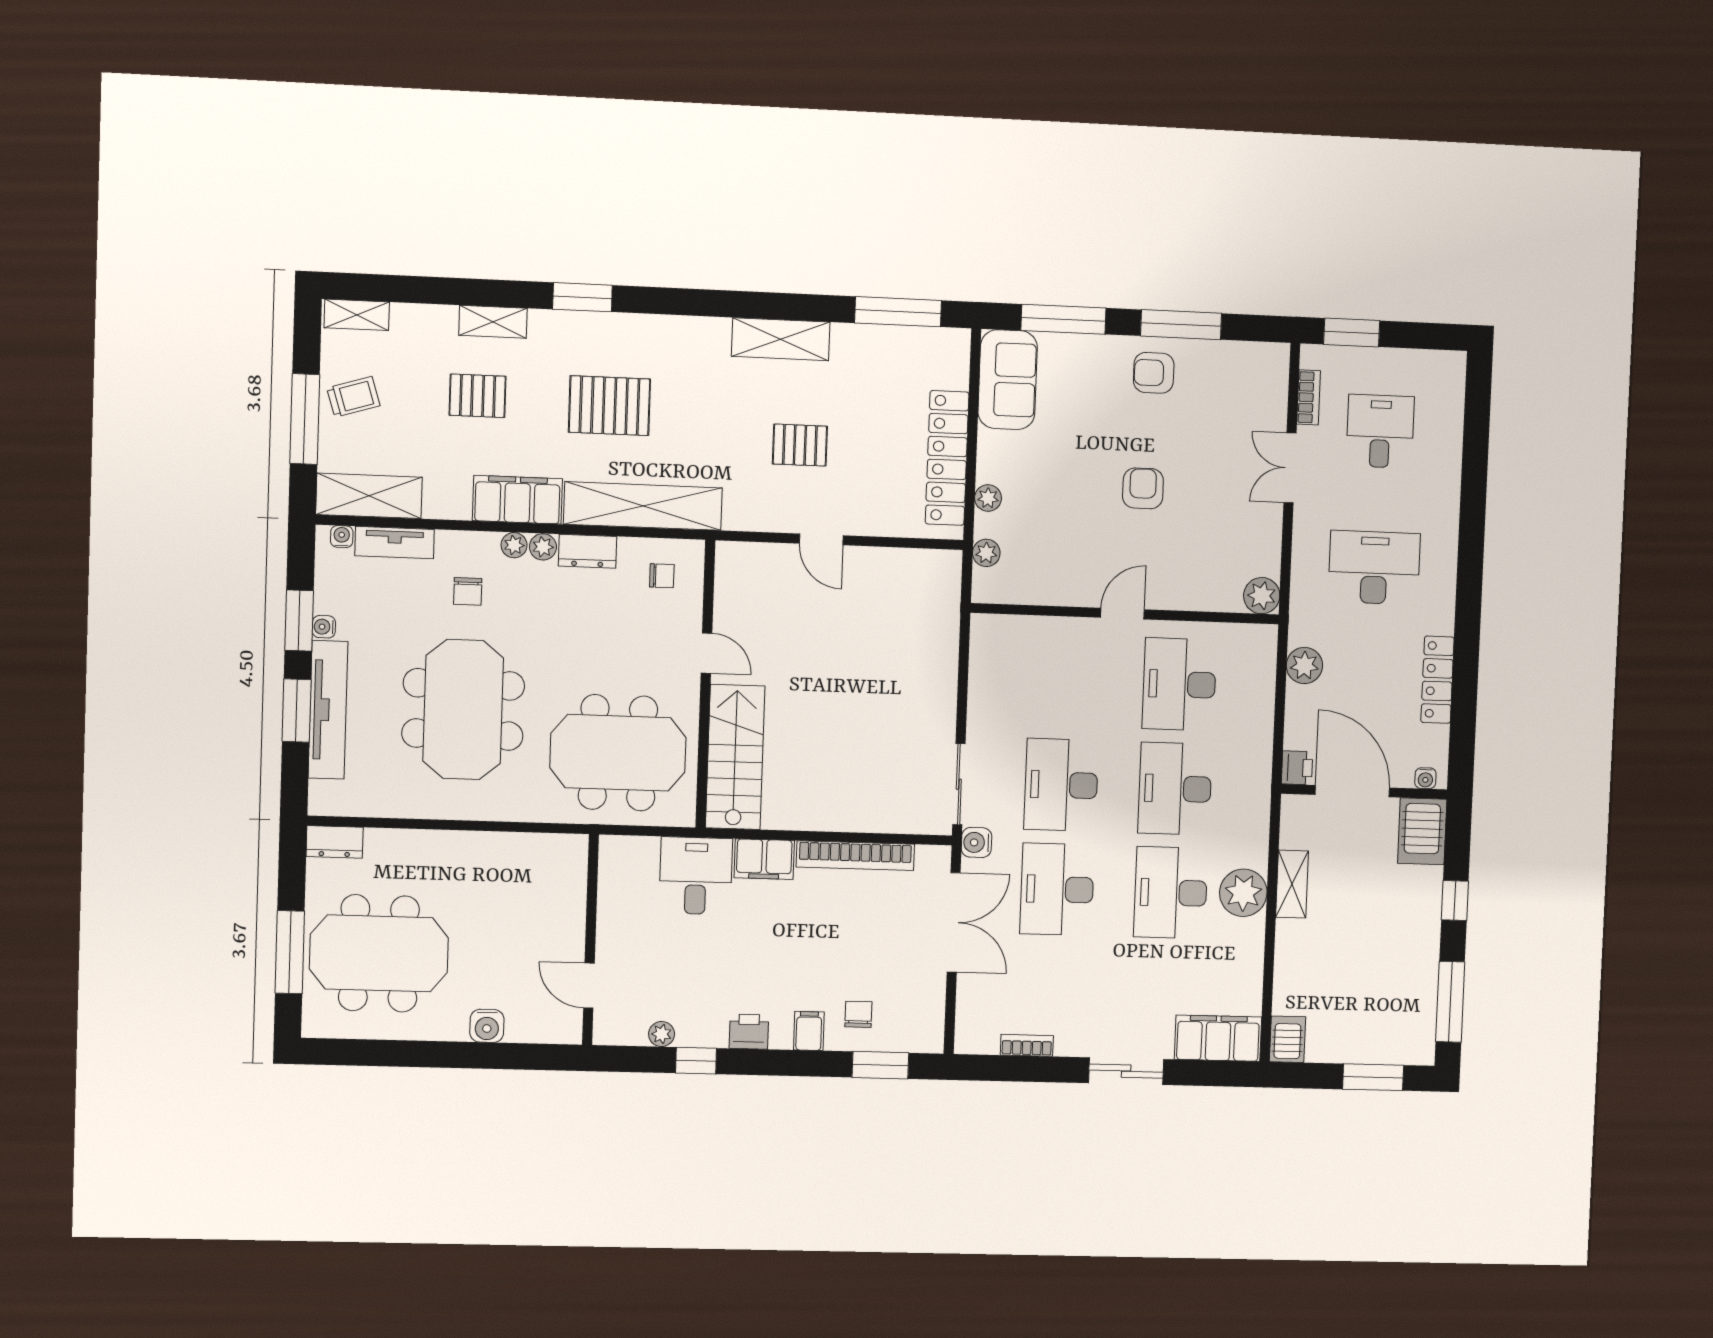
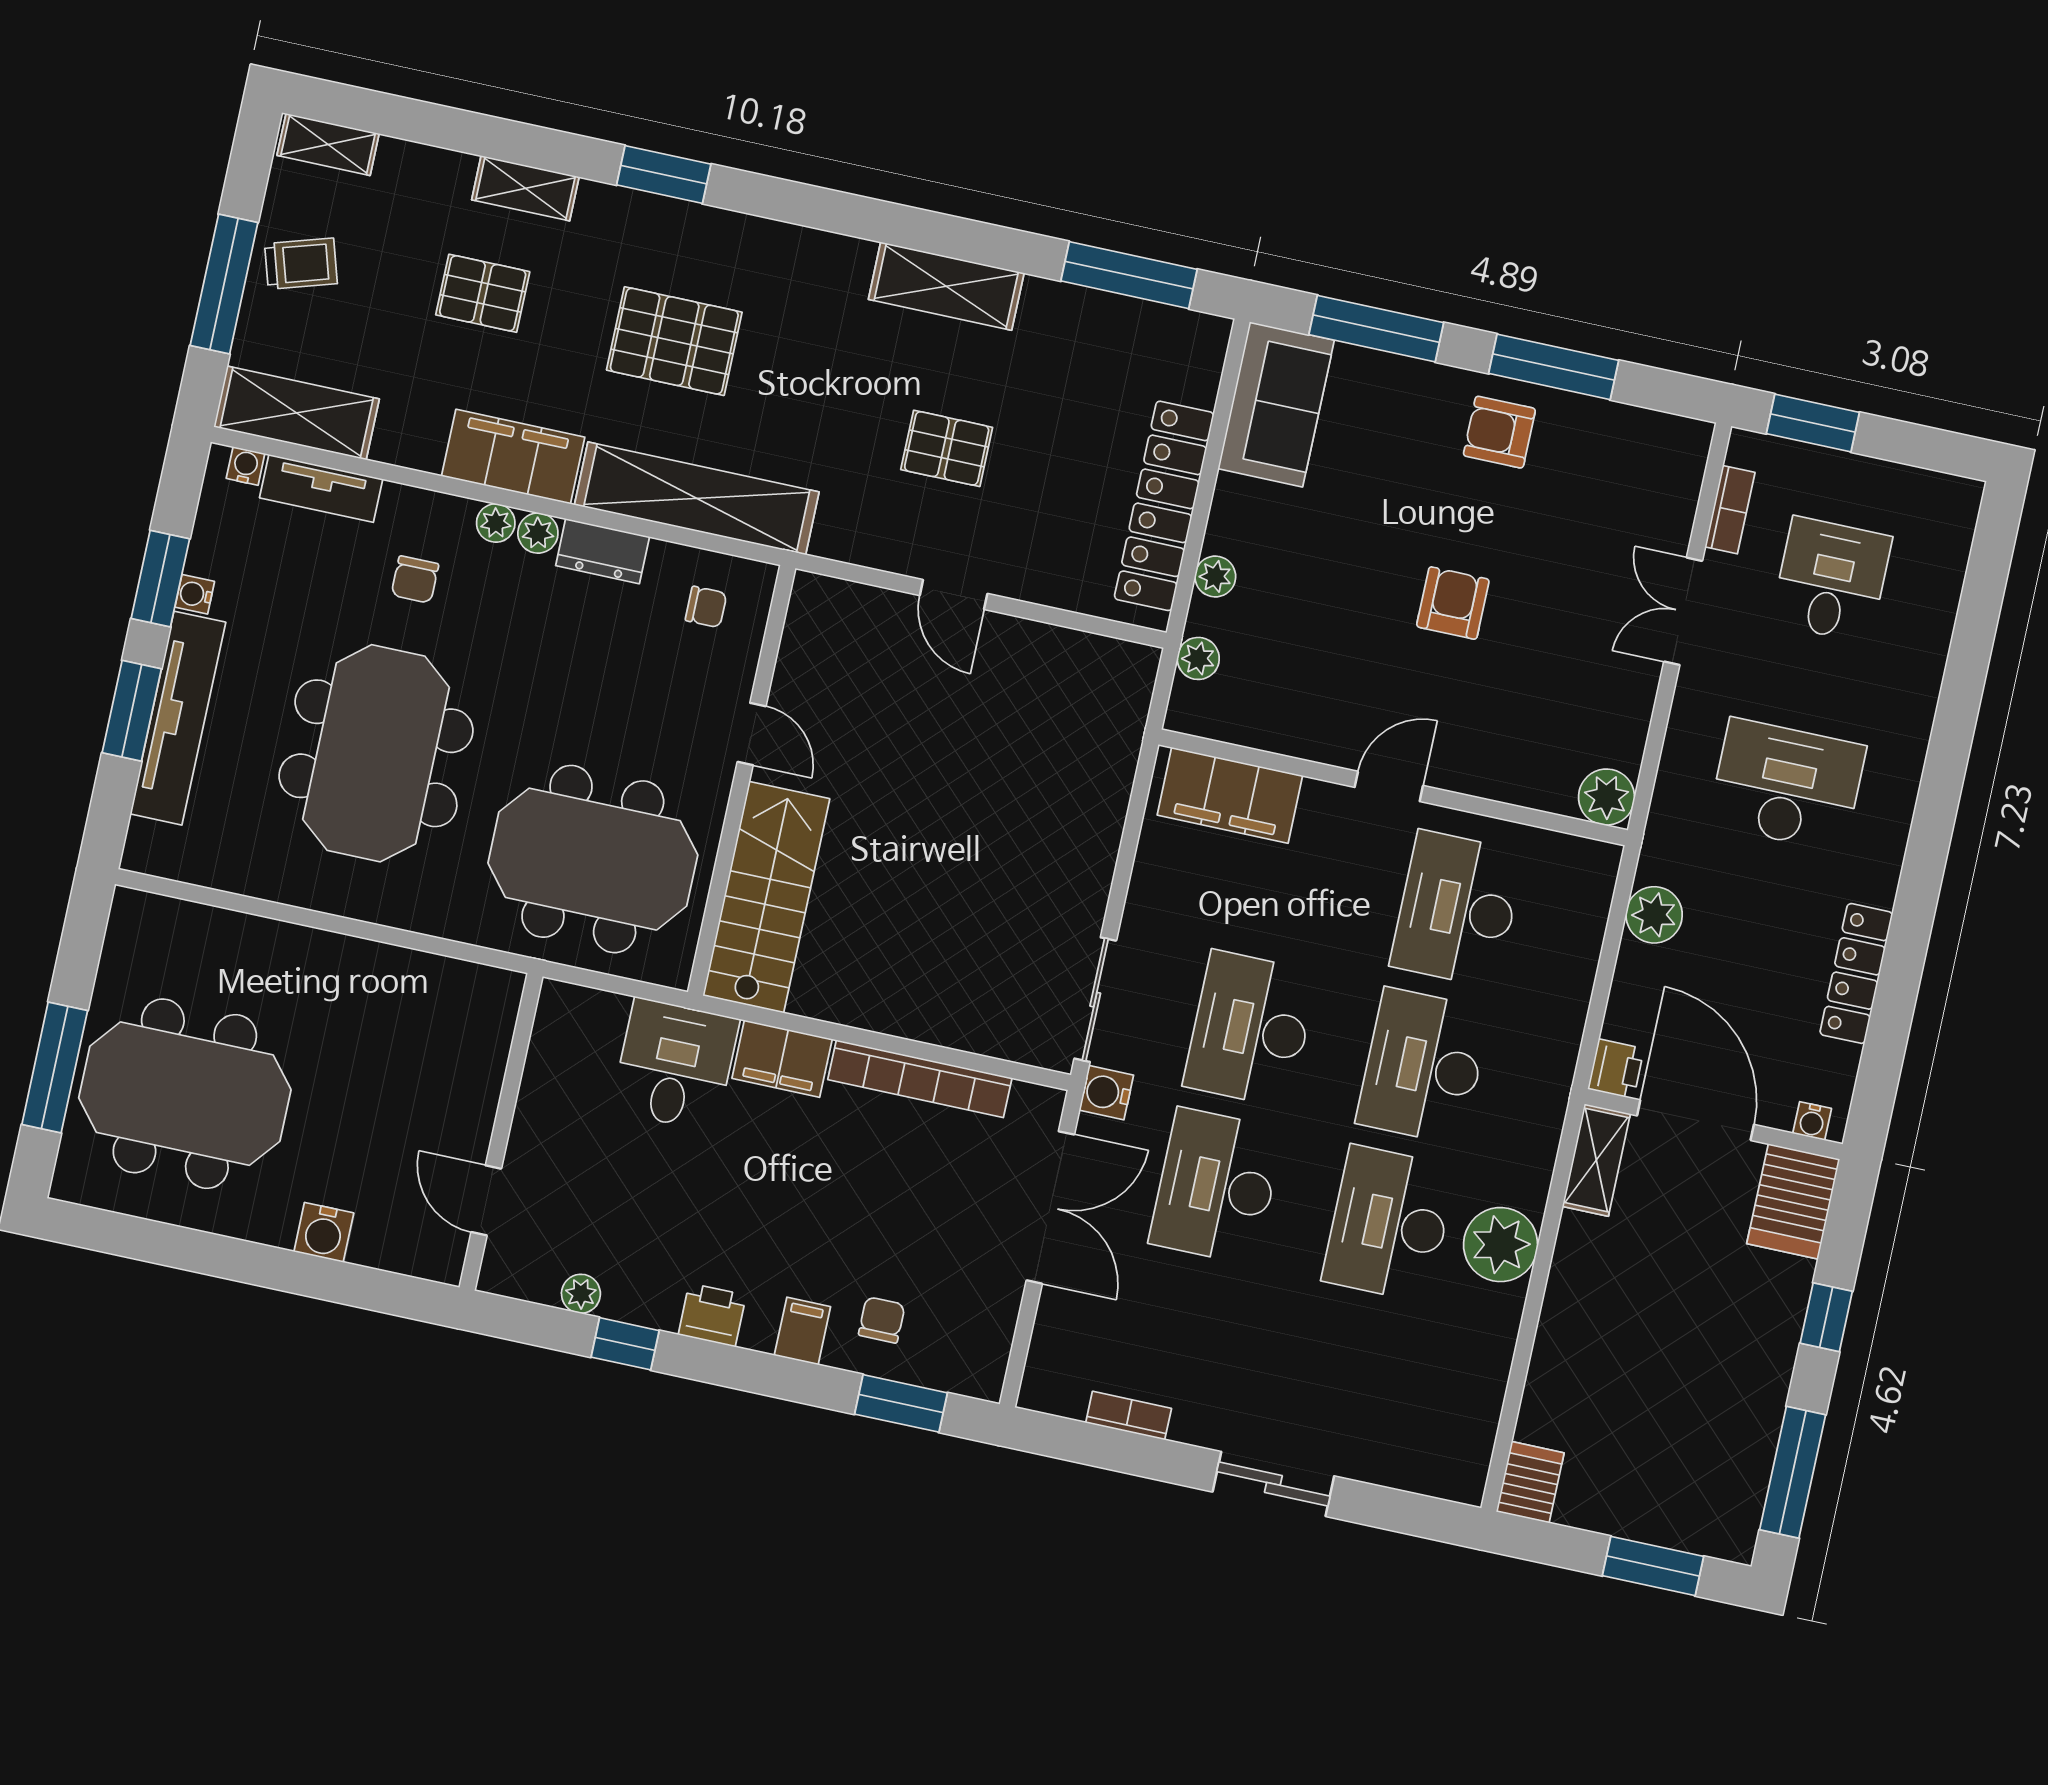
dresser: (335, 842) -> (151, 916), removed
shelving: (1292, 884) -> (1596, 1160), moved
filing cabinet: (1218, 1038) -> (1230, 795), moved, turned 180

